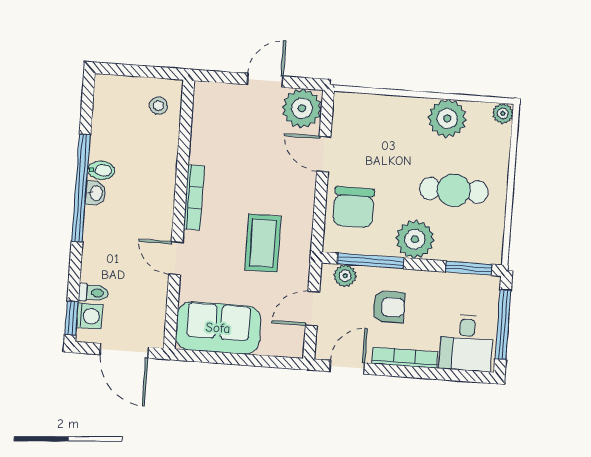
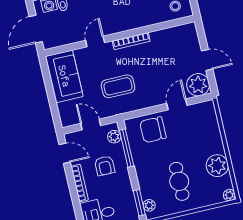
plant: (415, 239) -> (149, 205), moved, width x0.53, depth x0.53

